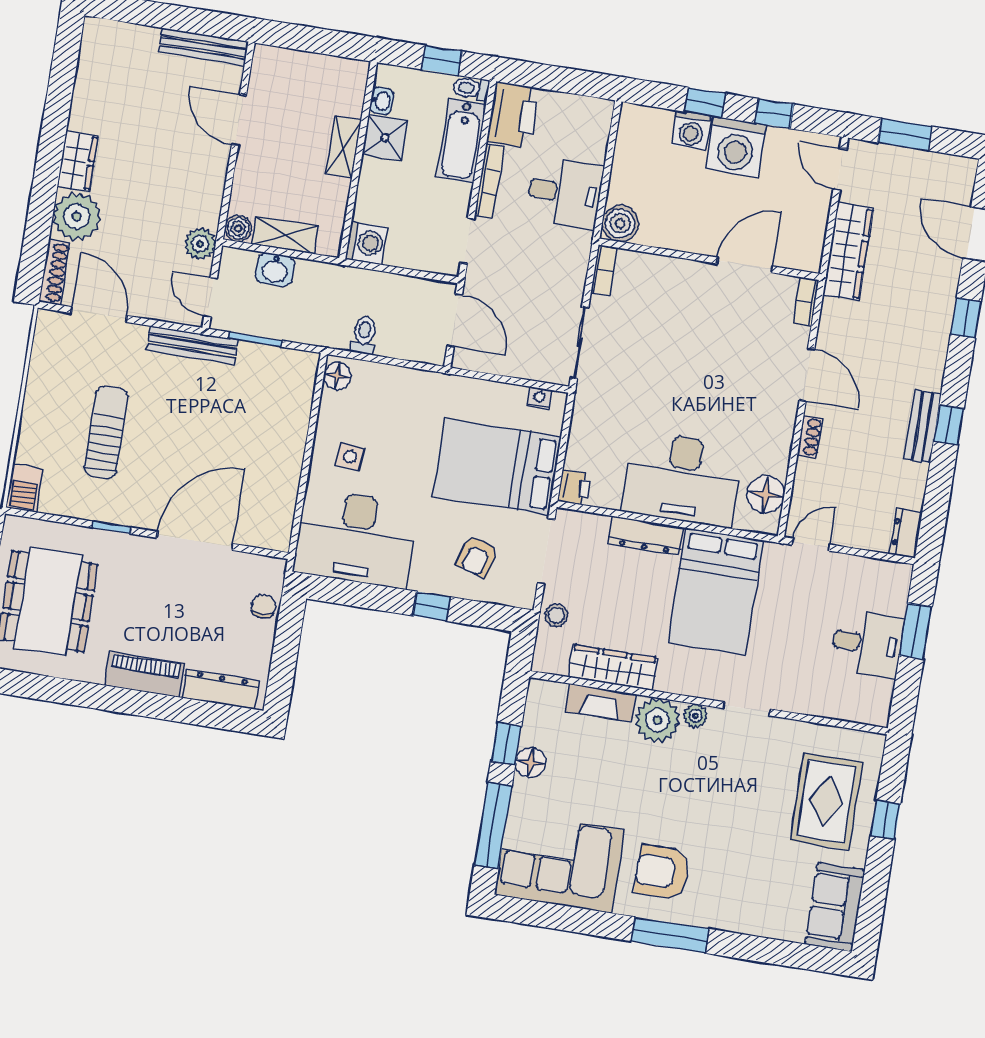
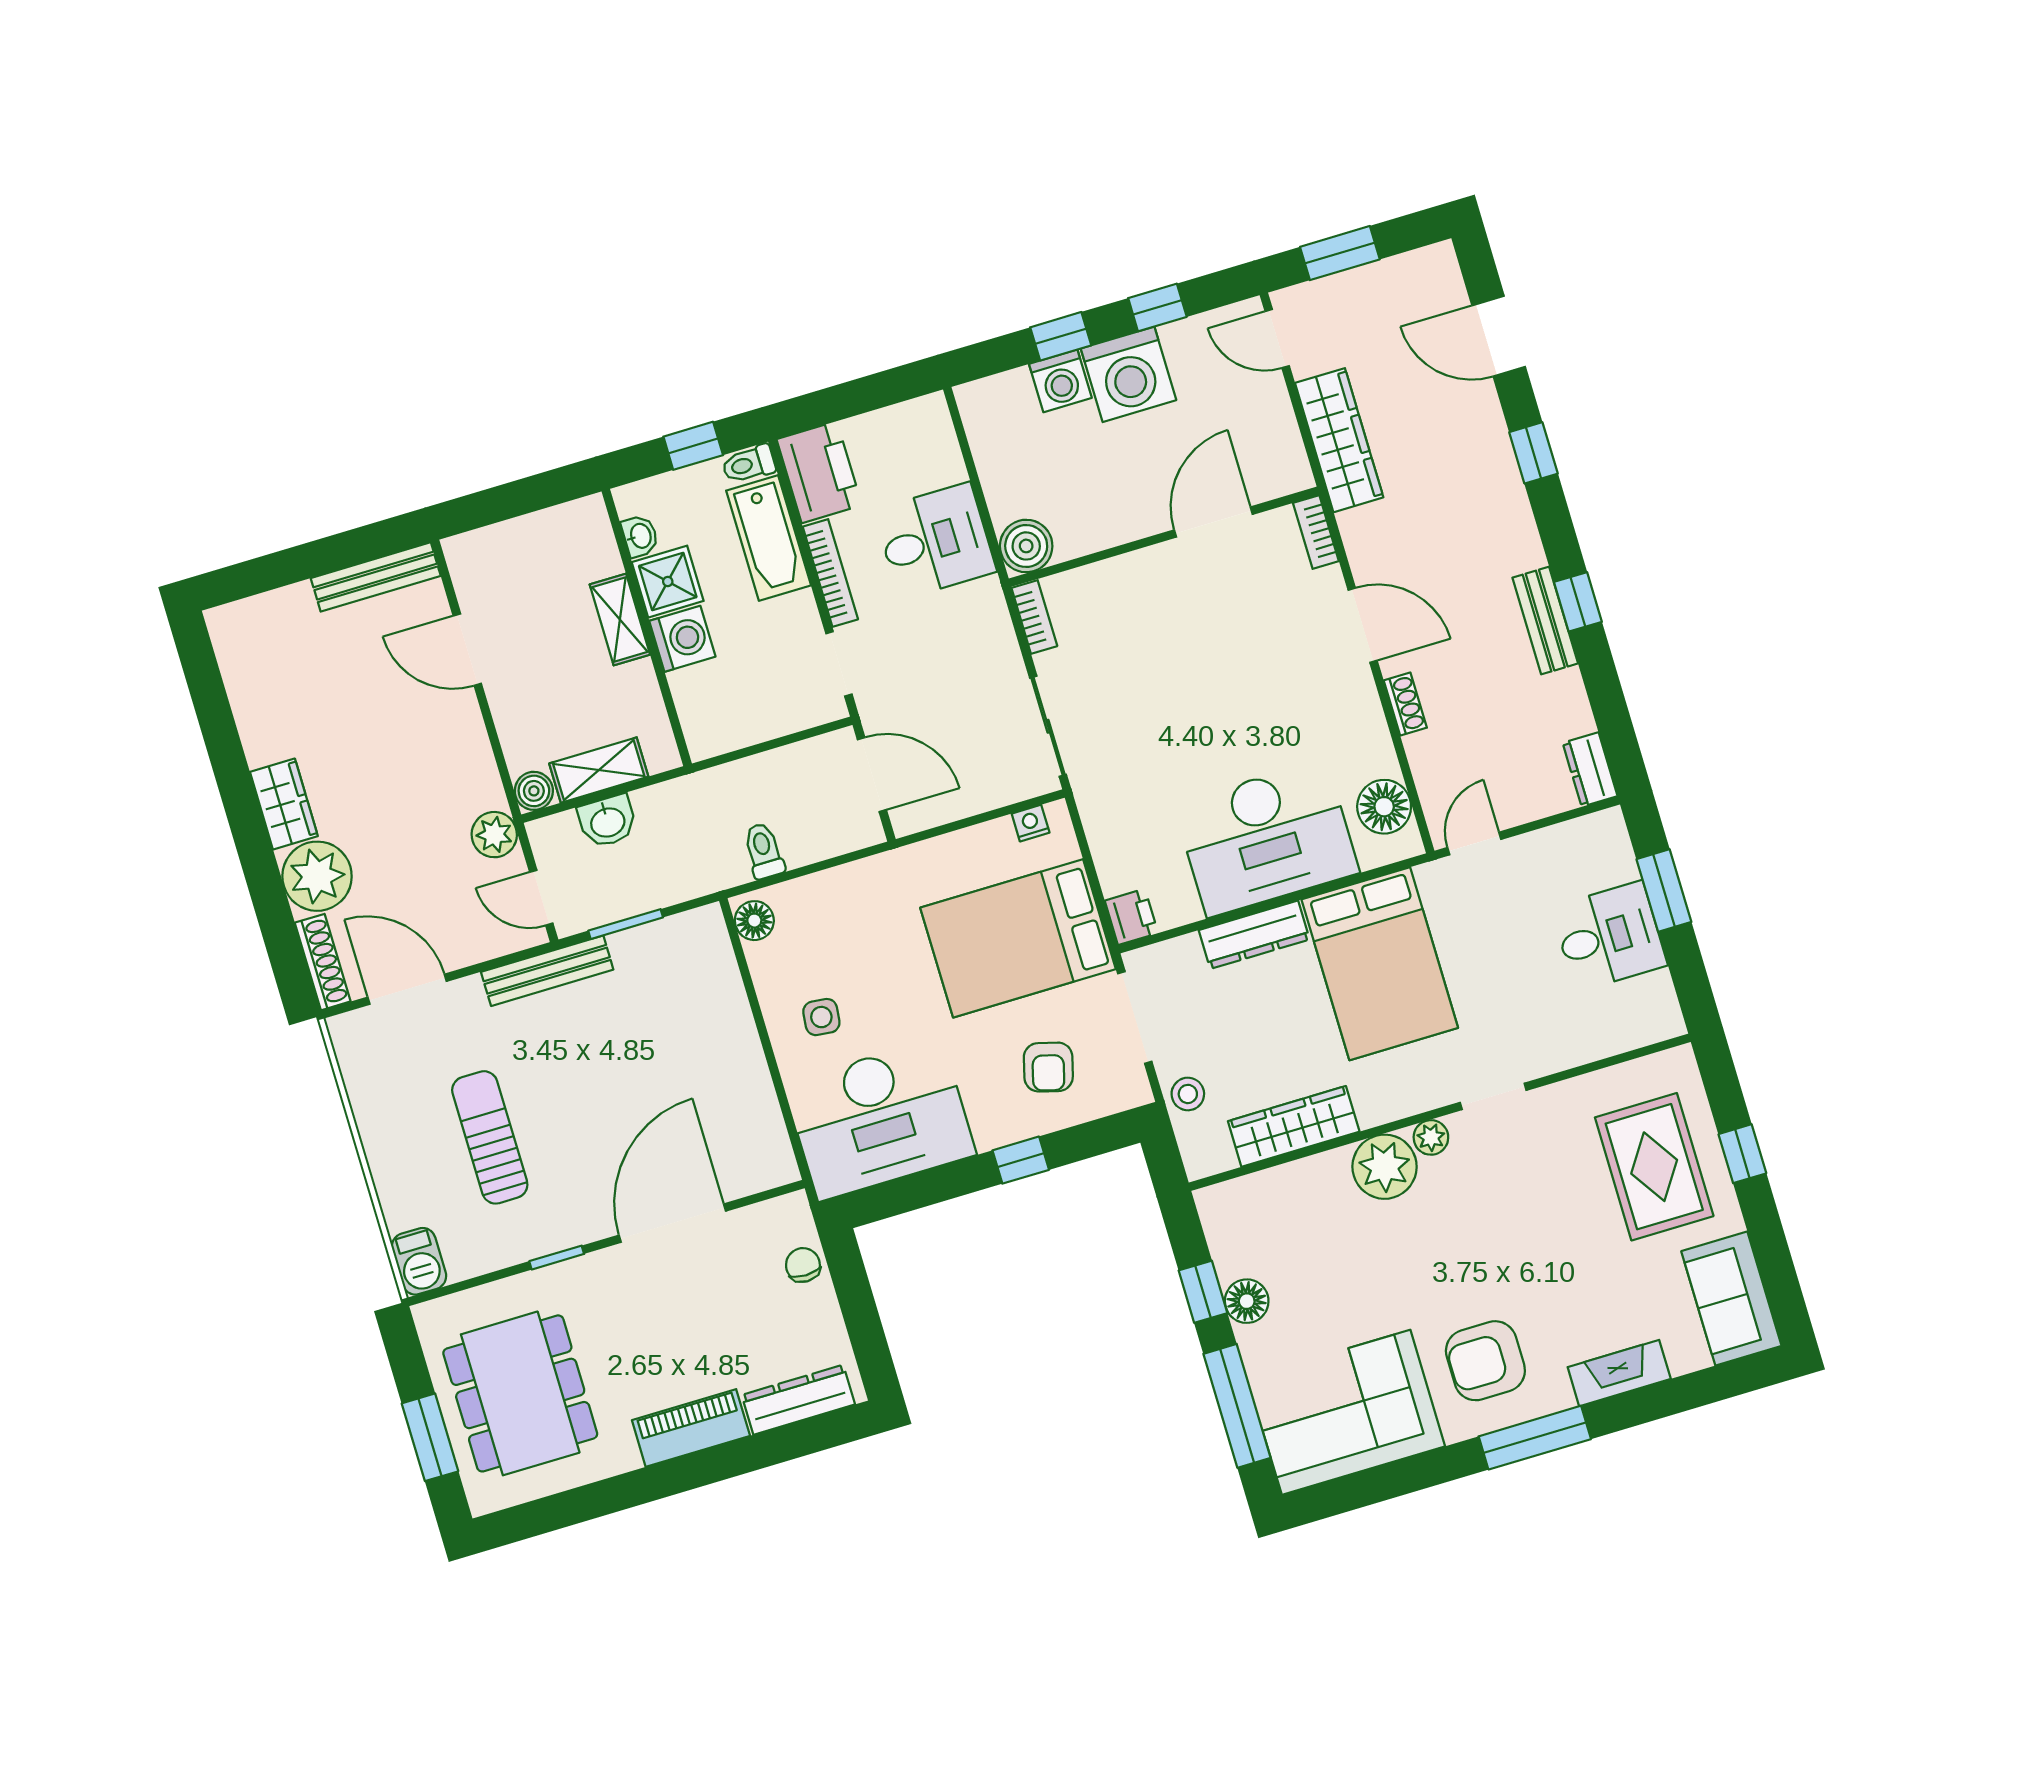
washing machine: (367, 243) -> (682, 639), moved
fireplace: (601, 703) -> (1619, 1373), moved, turned 180

